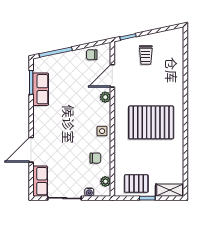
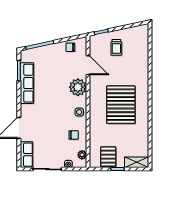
door: (112, 76) -> (88, 65), swing flipped
row of seats: (41, 89) -> (27, 83), width x1.48
plant: (105, 97) -> (78, 87), width x1.88, depth x1.88
pallet: (151, 122) -> (121, 105), turned 90
pallet: (136, 184) -> (108, 157), turned 90

